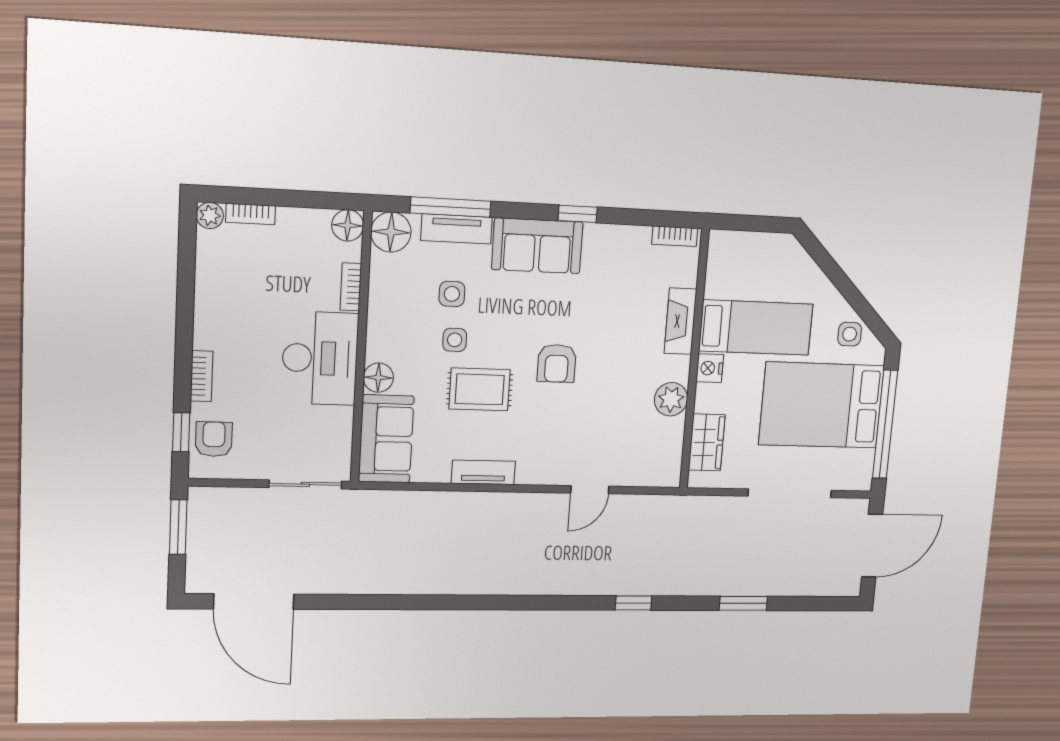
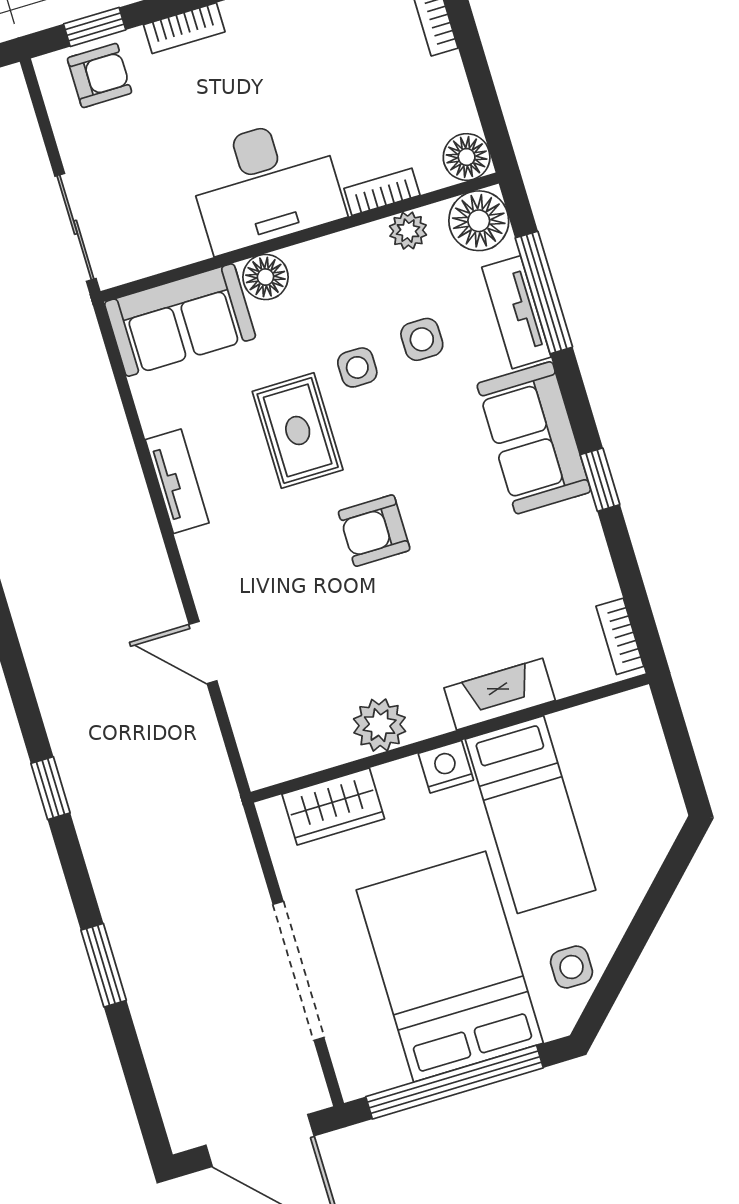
plant: (381, 279) -> (408, 231), added

